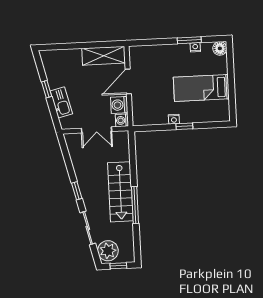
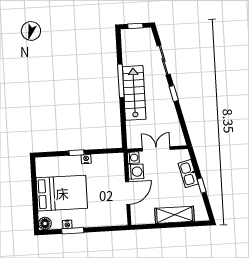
shelving: (104, 56) -> (174, 215), moved
bed: (201, 88) -> (62, 193), width x1.50
plant: (108, 251) -> (145, 39), removed

